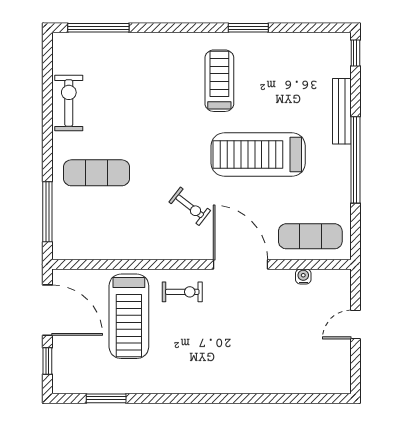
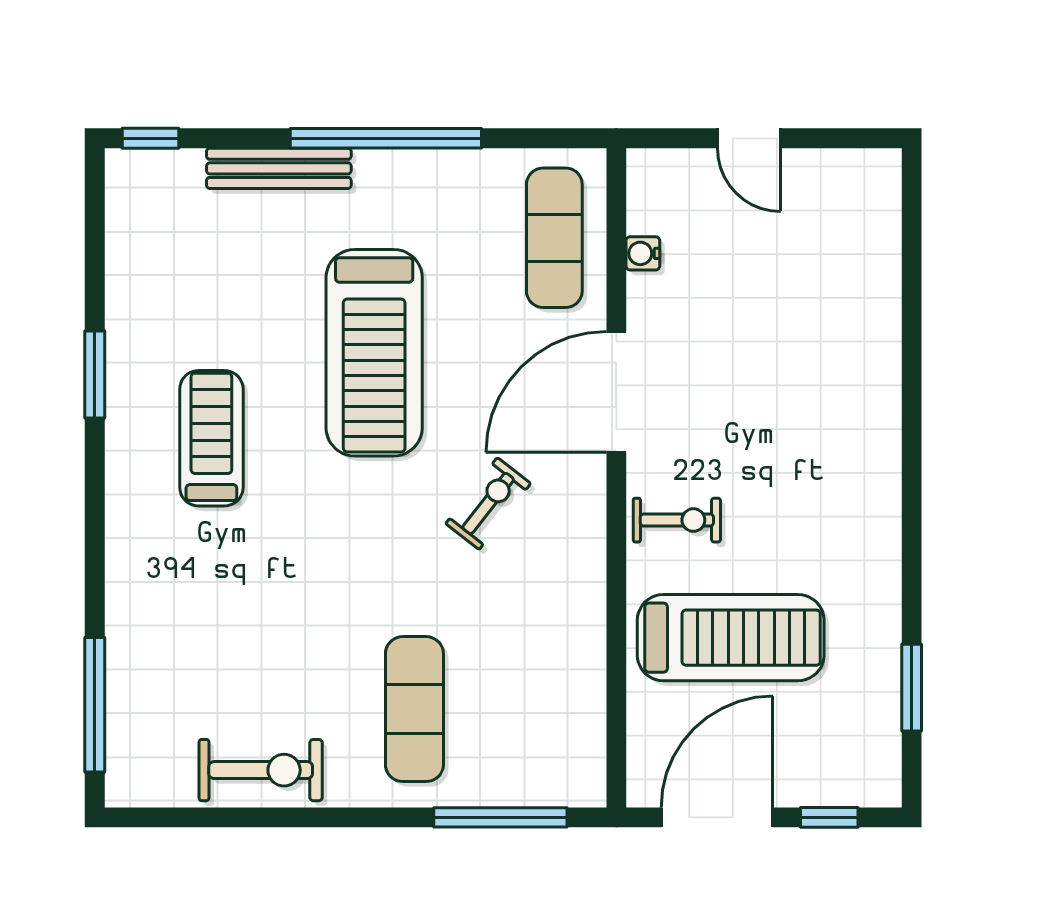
treadmill: (219, 81) -> (211, 438), turned 90
exercise bike: (69, 103) -> (261, 770), turned 180
exercise bike: (182, 292) -> (677, 520), turned 90

